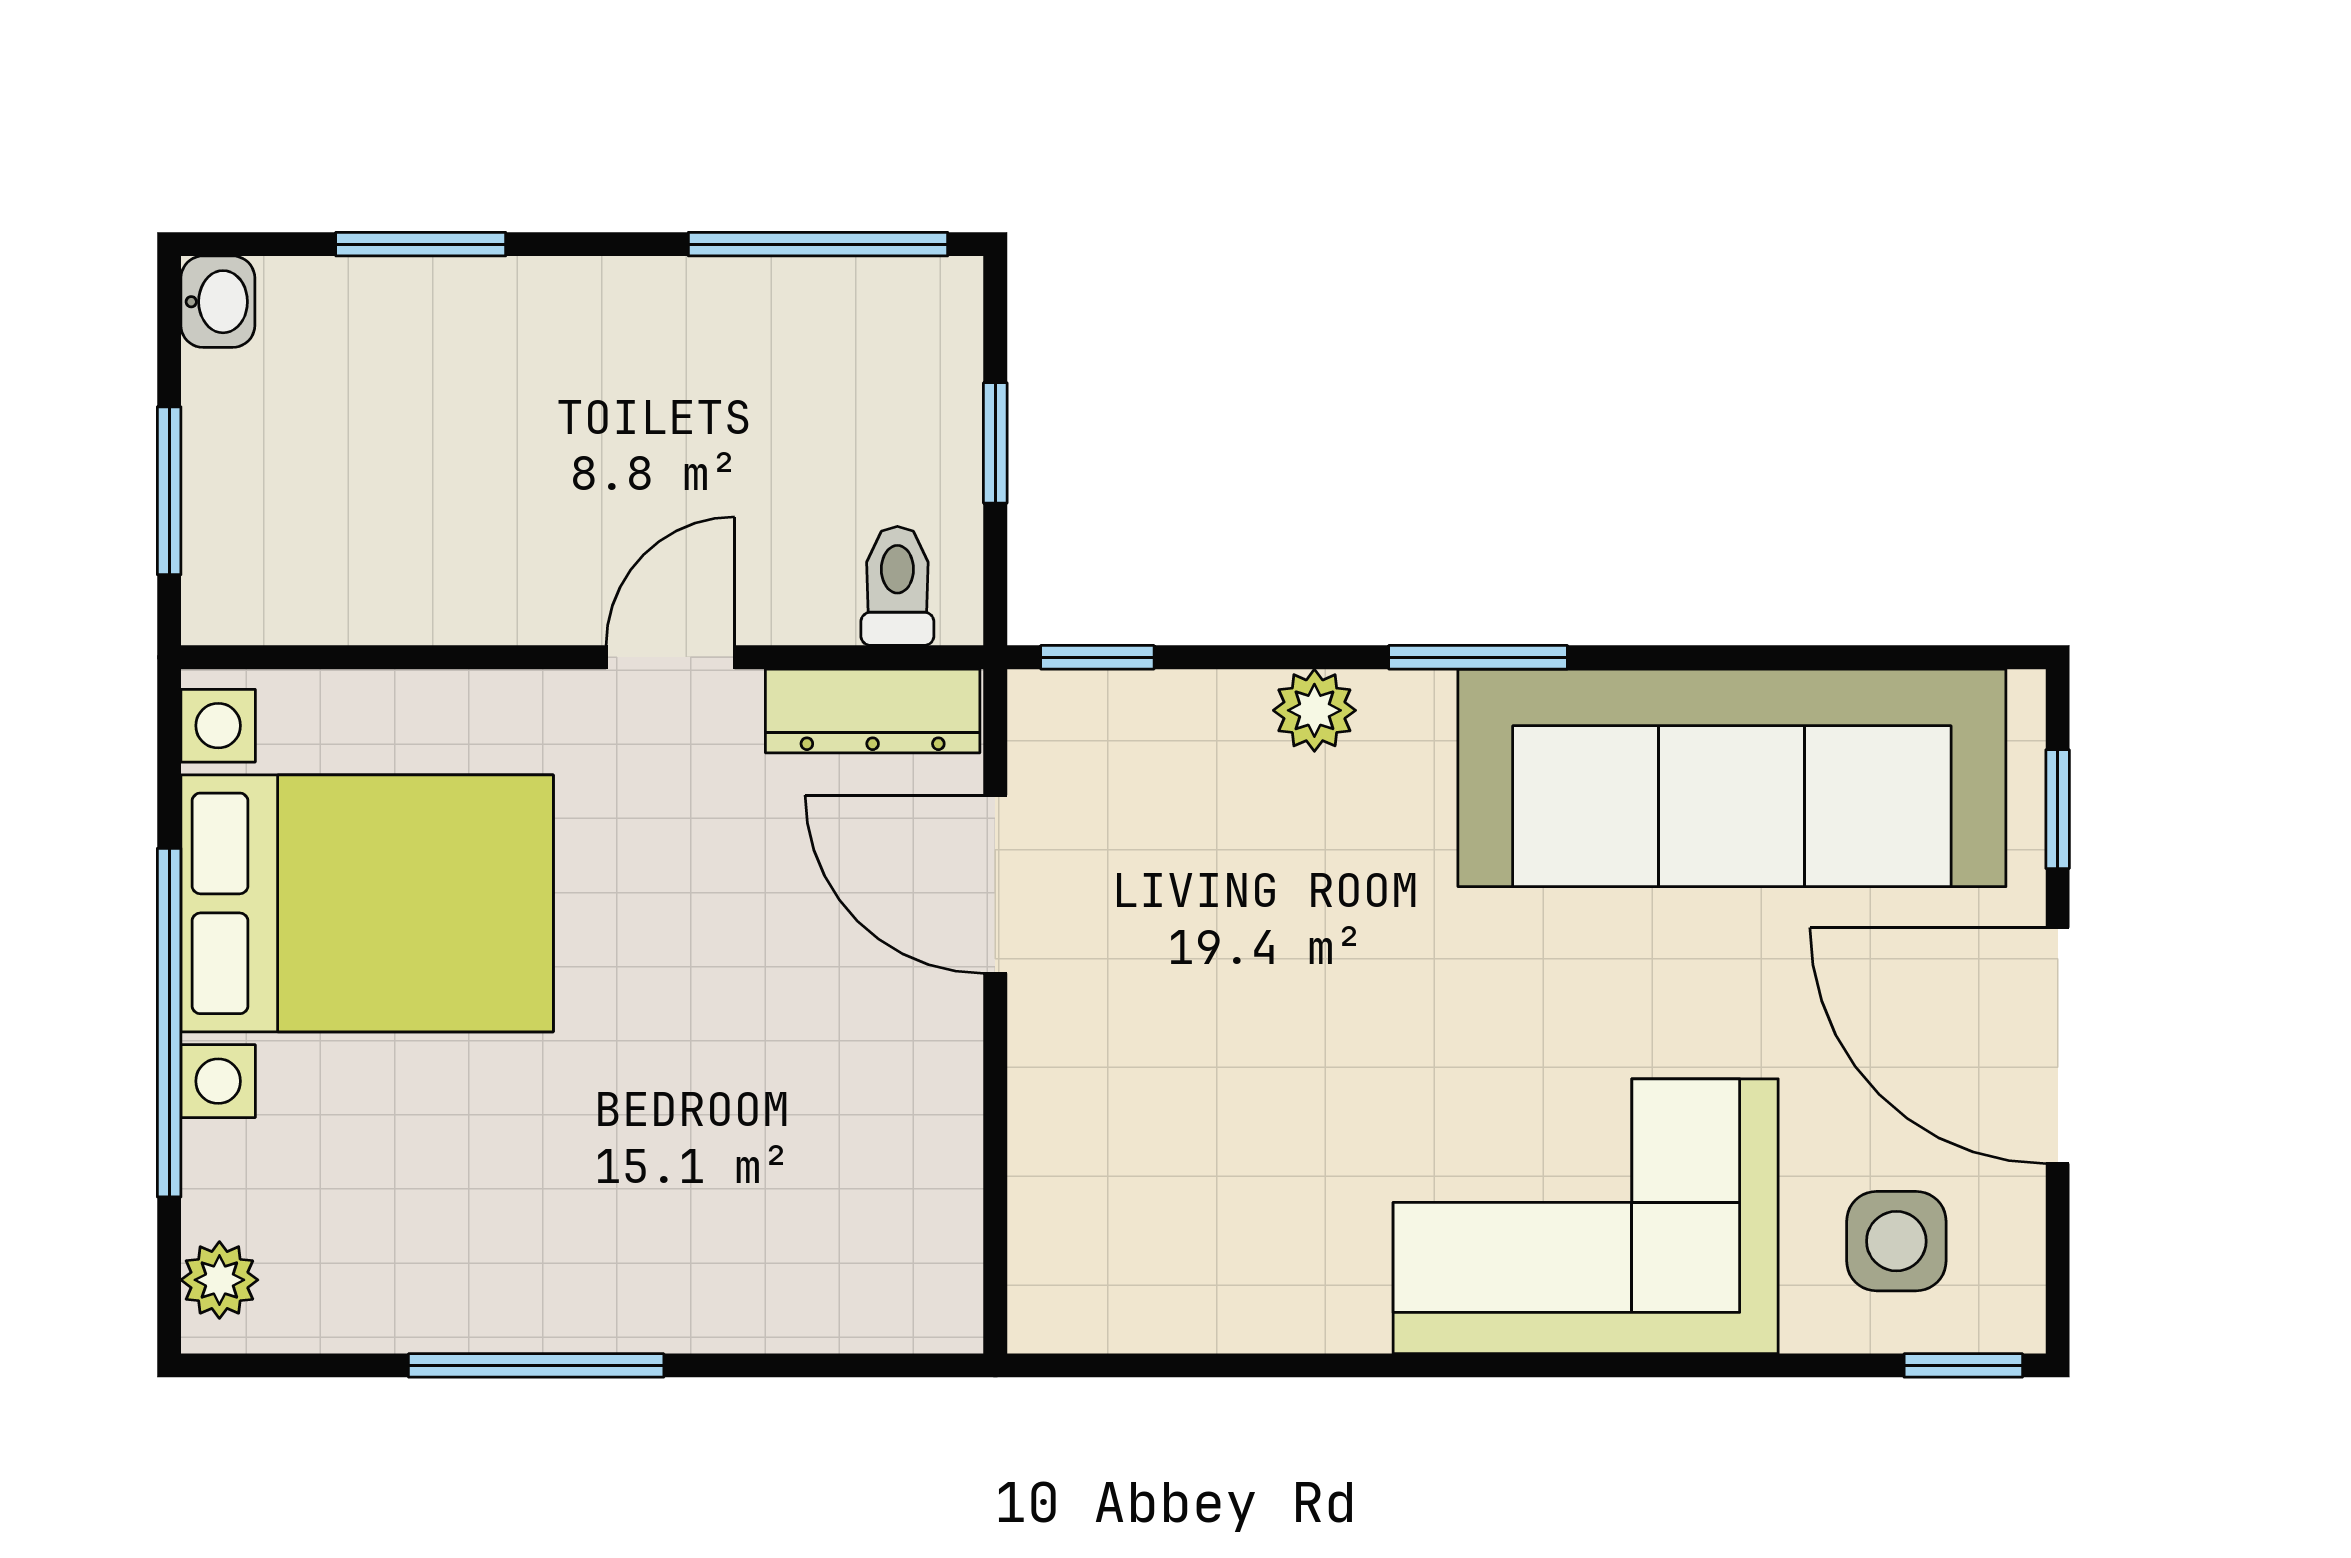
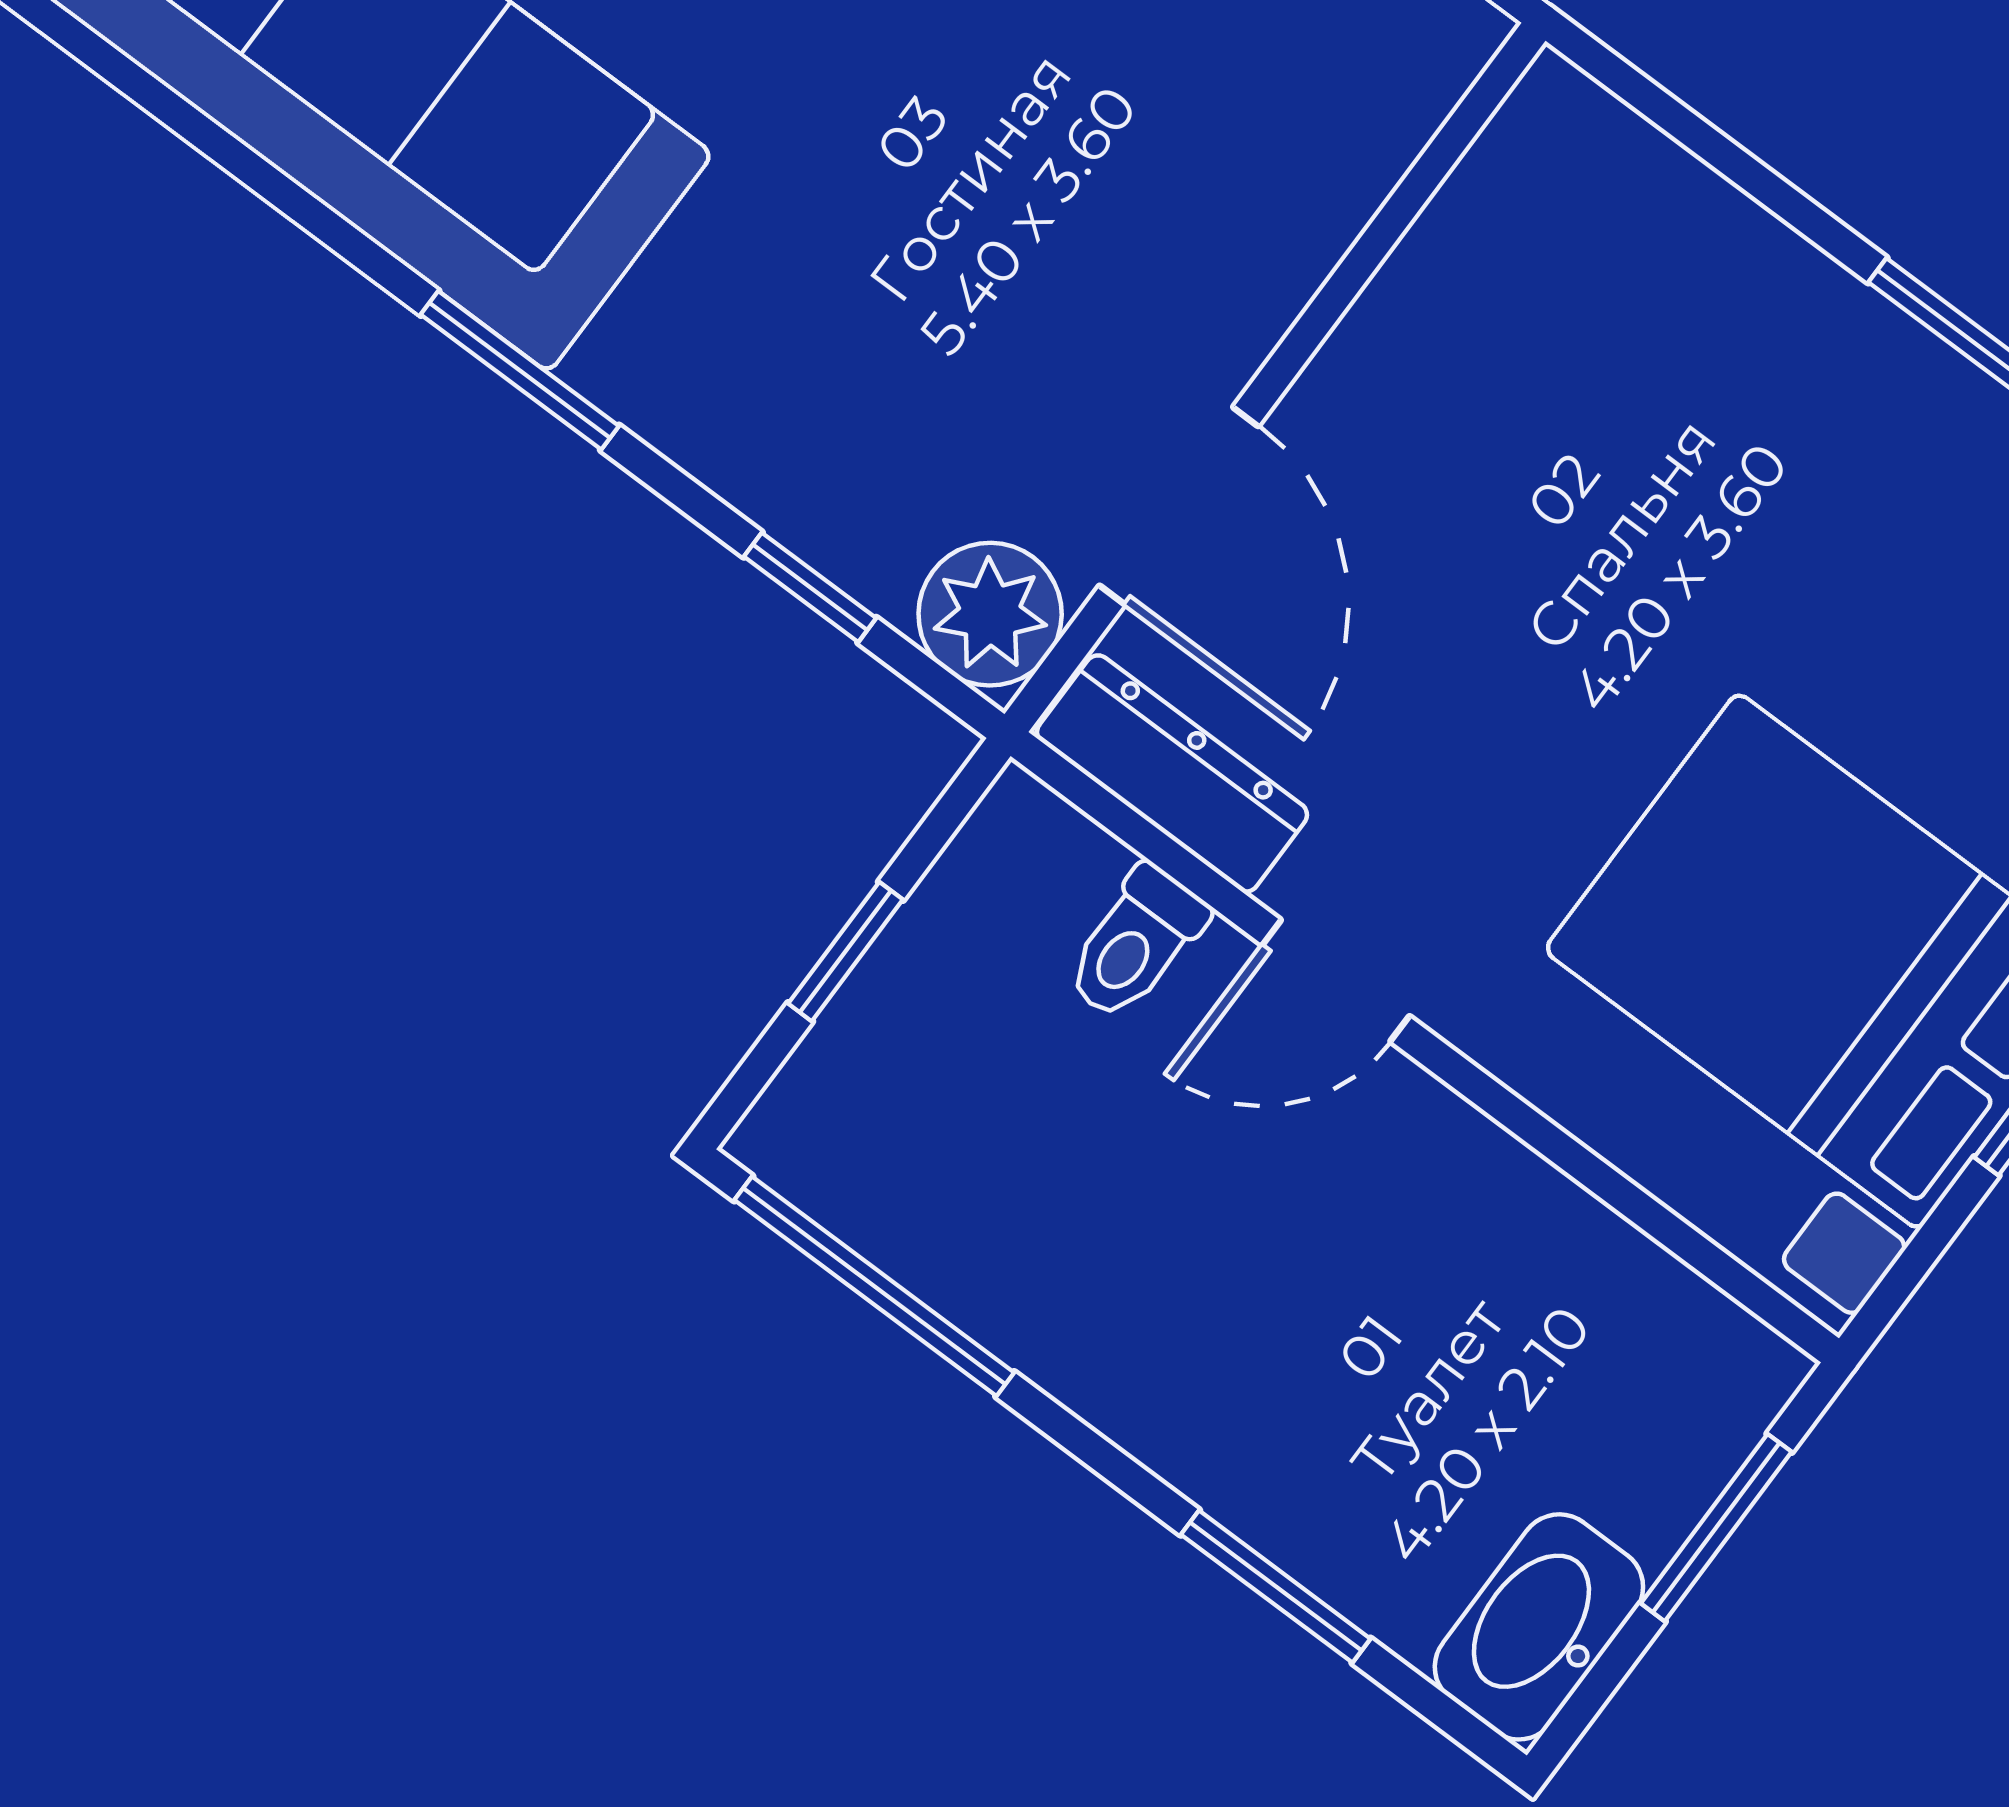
washbasin: (218, 302) -> (1539, 1627), width x1.91, depth x1.45
toilet: (897, 586) -> (1135, 943), moved
window: (1097, 657) -> (810, 587), moved
plant: (1314, 710) -> (990, 614), moved, width x1.38, depth x1.38

